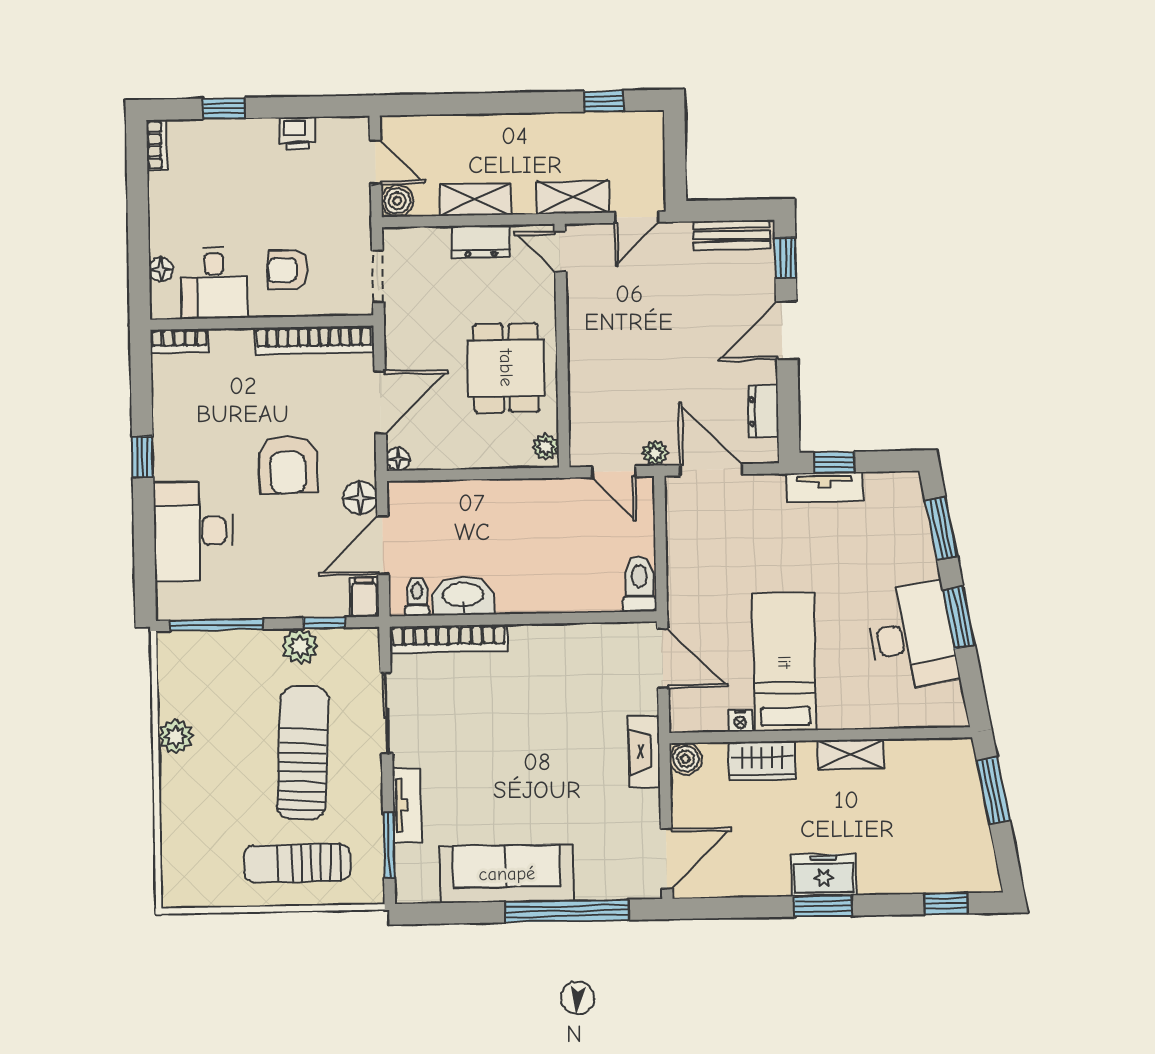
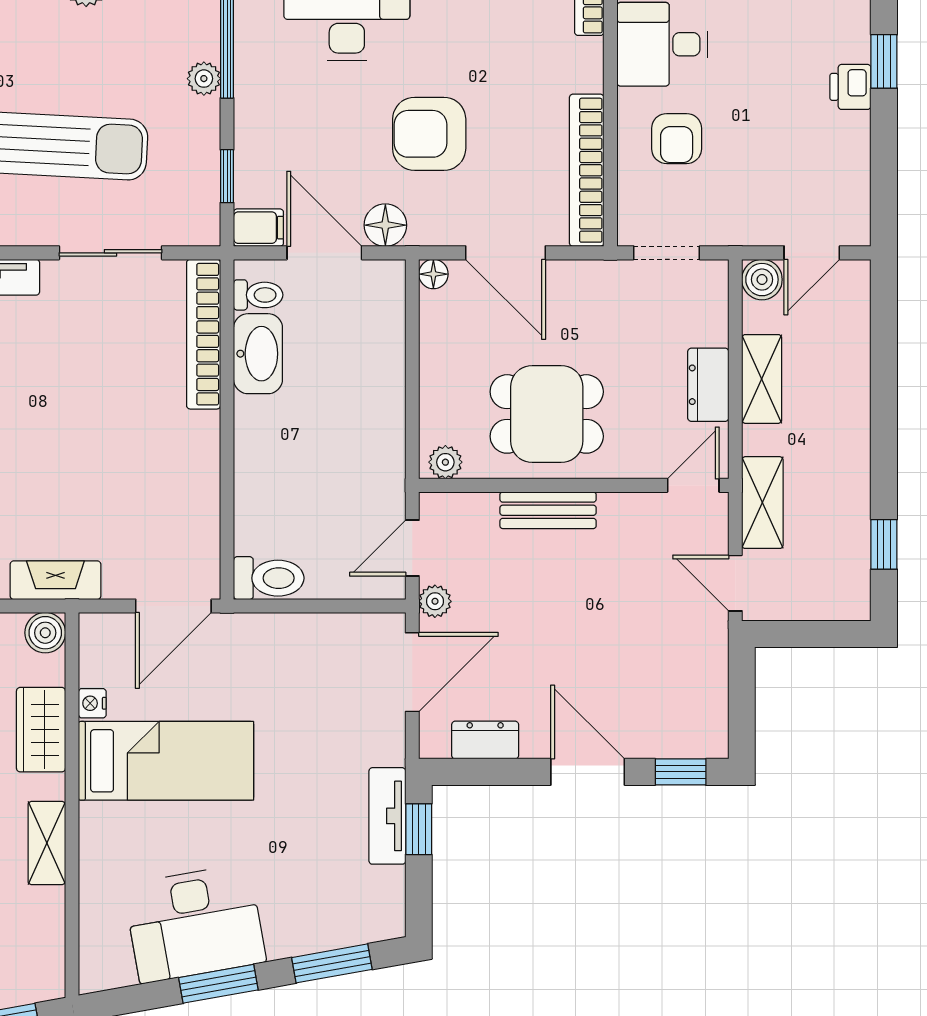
printer: (298, 133) -> (850, 87), moved
bench: (732, 235) -> (548, 510), moved, turned 90
armchair: (288, 270) -> (677, 139), turned 180
plant: (300, 646) -> (204, 79), moved, width x0.73, depth x0.73

